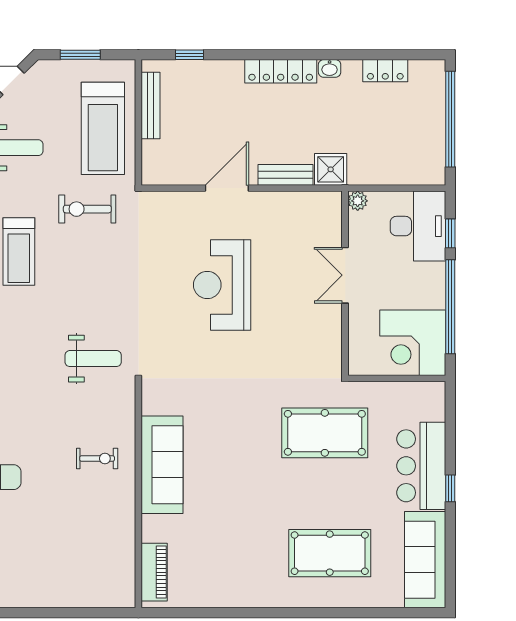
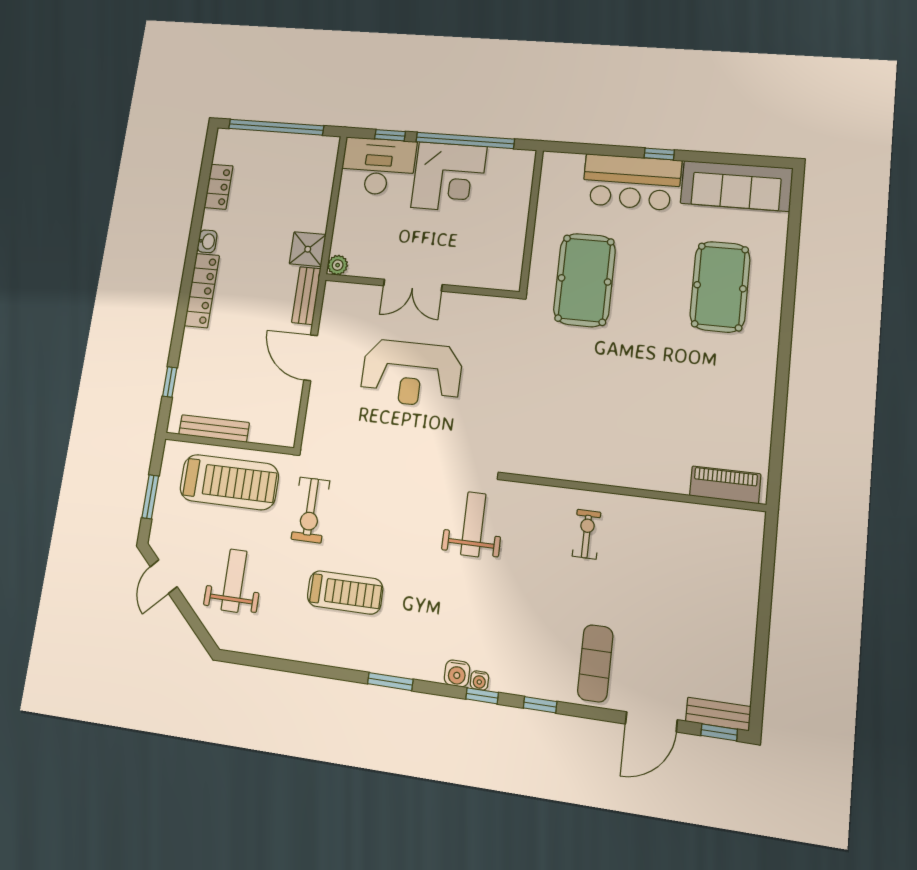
plant: (358, 201) -> (338, 265), moved
double door: (345, 275) -> (413, 285), moved
wall: (345, 283) -> (421, 286), moved
corner desk: (413, 343) -> (449, 177), moved
sofa: (162, 465) -> (601, 461), removed

